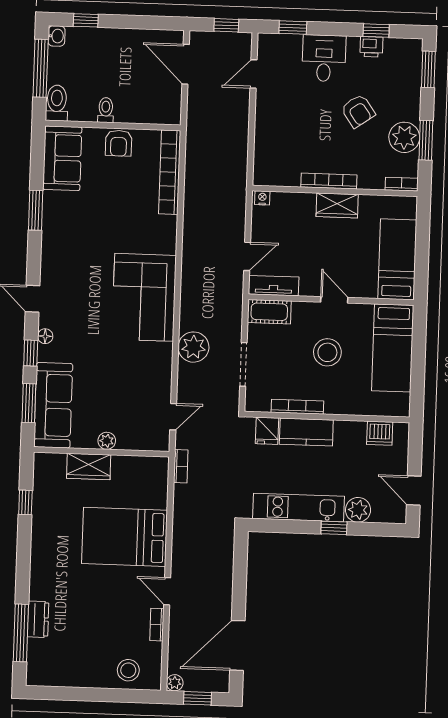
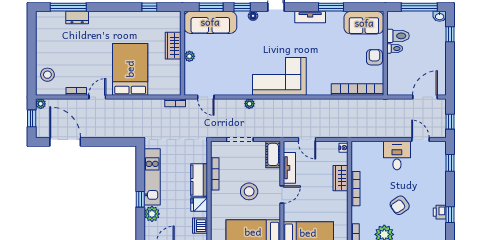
desk: (324, 58) -> (397, 155), moved, turned -90
toilet: (57, 103) -> (398, 36), moved
armchair: (119, 143) -> (374, 57), turned 90
wardrobe: (337, 206) -> (340, 178), moved
tv unit: (50, 244) -> (310, 17), added
tv unit: (274, 286) -> (289, 168), moved
plant: (194, 347) -> (249, 104), width x0.53, depth x0.53
fridge: (267, 431) -> (199, 204), moved

